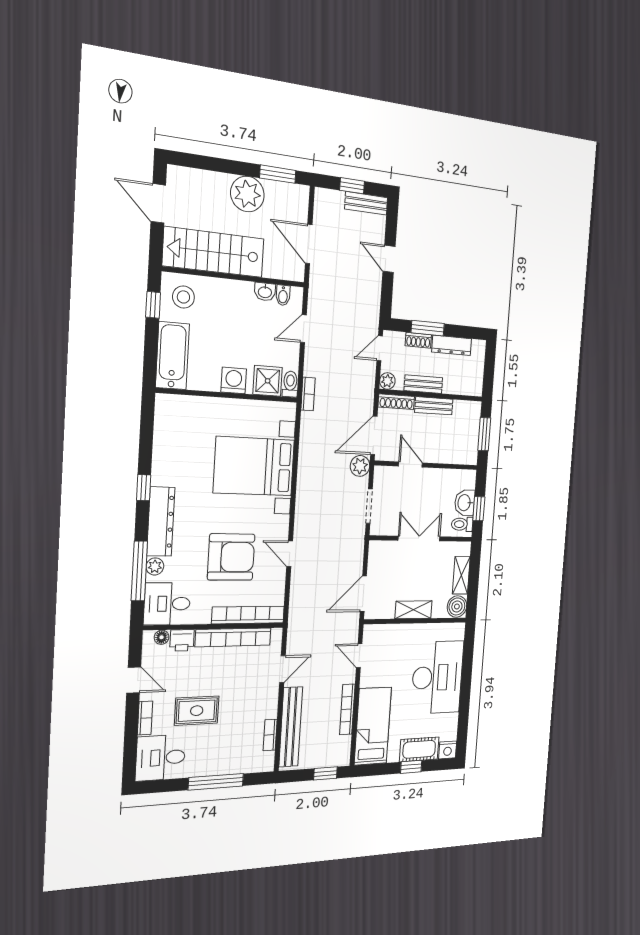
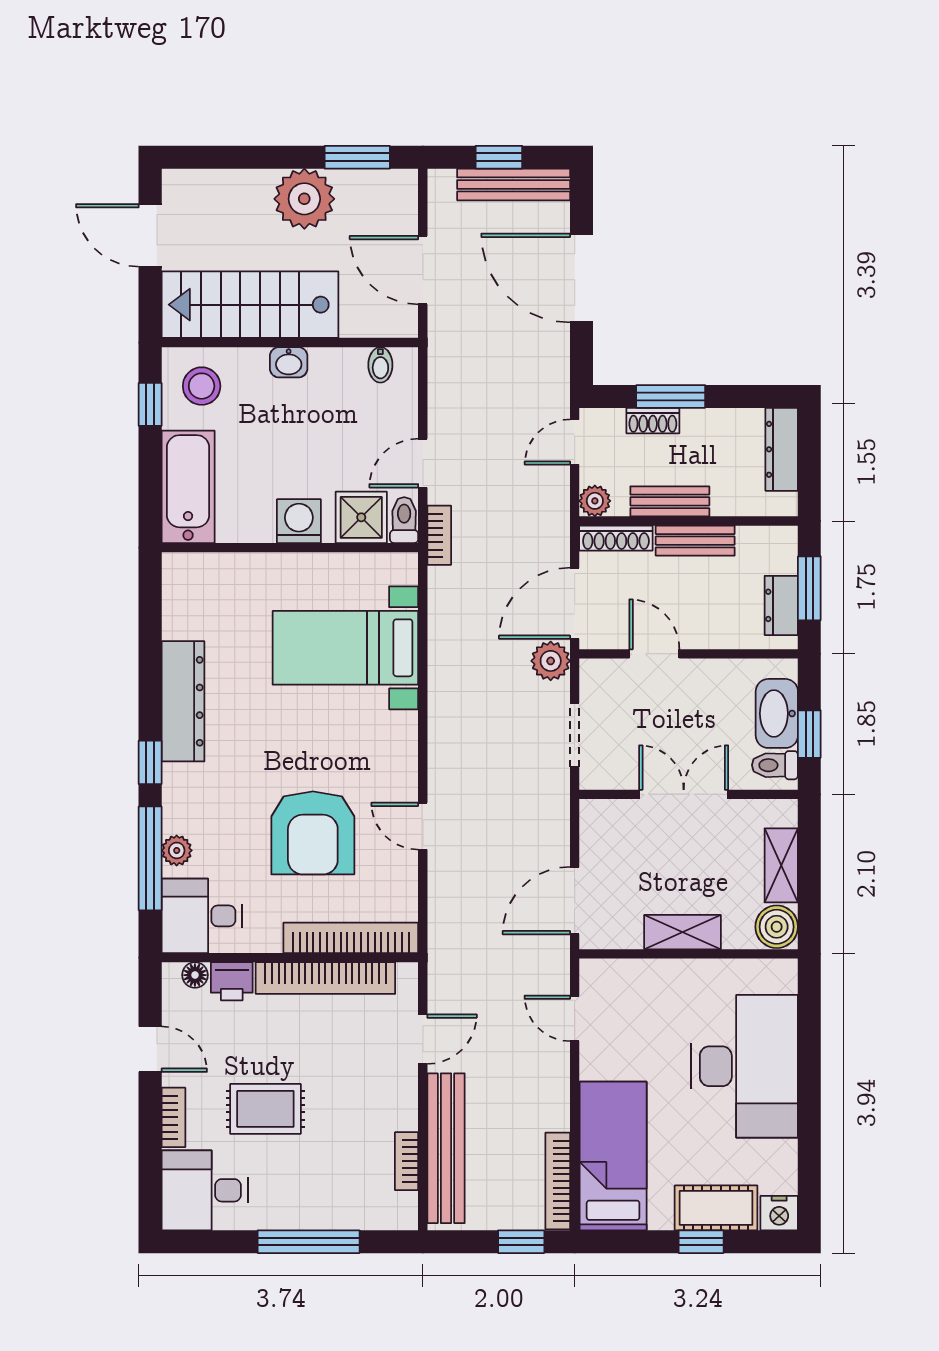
bench: (366, 203) -> (514, 184), width x1.36
door: (389, 259) -> (581, 278), width x1.87
washbasin: (265, 292) -> (289, 362), moved
door: (303, 329) -> (423, 463), moved
dresser: (452, 345) -> (782, 449), moved, turned 90
dresser: (471, 442) -> (781, 605), added
bed with nightstands: (254, 466) -> (345, 648), width x0.73
window: (144, 488) -> (150, 762), moved
washbasin: (465, 503) -> (777, 713), width x1.38
dresser: (161, 522) -> (183, 701), moved
armchair: (231, 557) -> (313, 833), turned 90
bookcase: (347, 709) -> (558, 1181), moved

